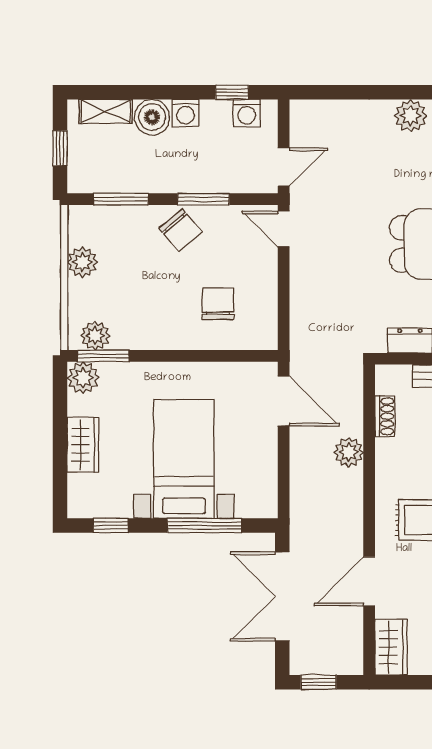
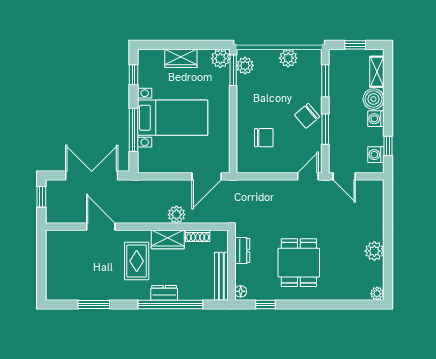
wardrobe: (391, 647) -> (168, 239), moved

